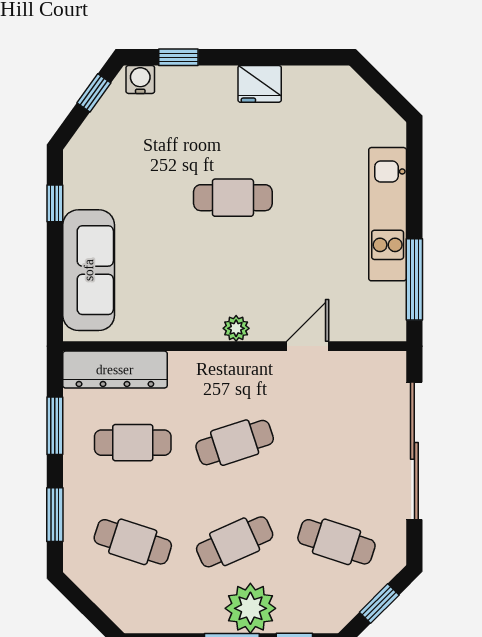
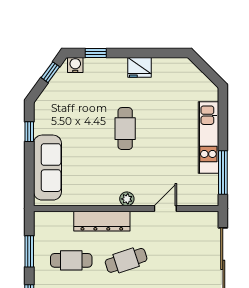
cafe table: (233, 198) -> (125, 129), turned 90
dresser: (115, 370) -> (102, 221), moved

